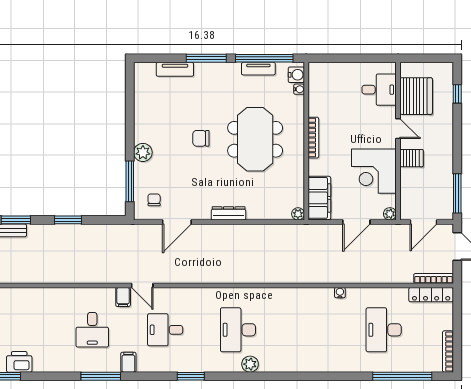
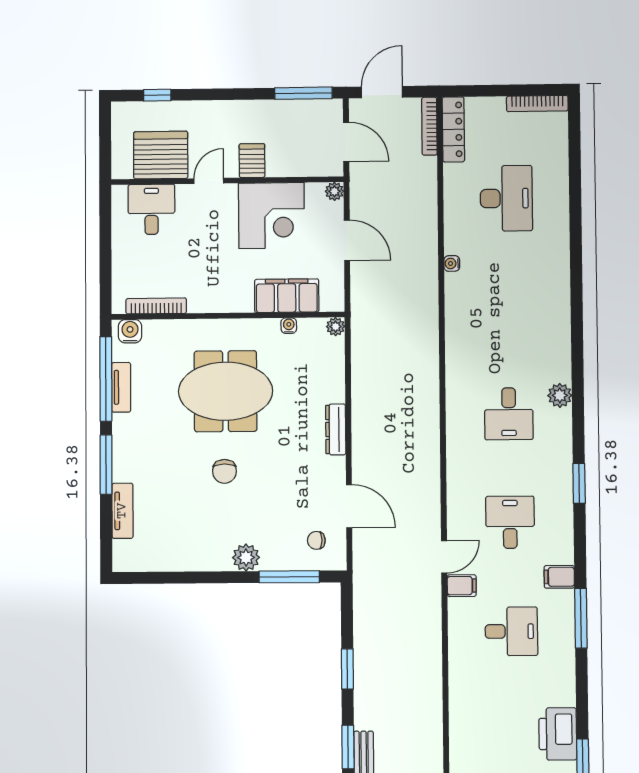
water cooler: (299, 89) -> (289, 326), moved
bookcase: (313, 138) -> (156, 306), moved
filing cabinet: (319, 198) -> (287, 296), moved
desk: (165, 330) -> (510, 522), turned 180
desk: (238, 330) -> (509, 414), width x0.73
desk: (384, 330) -> (506, 198), turned -90
printer: (19, 362) -> (558, 734), width x1.37, depth x1.19
window: (402, 376) -> (575, 170), removed

